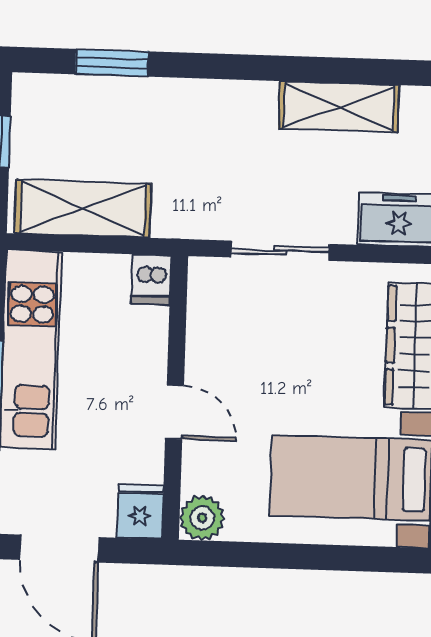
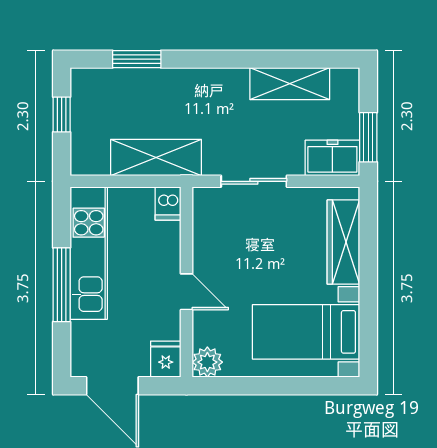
shelving: (83, 209) -> (156, 158), moved

